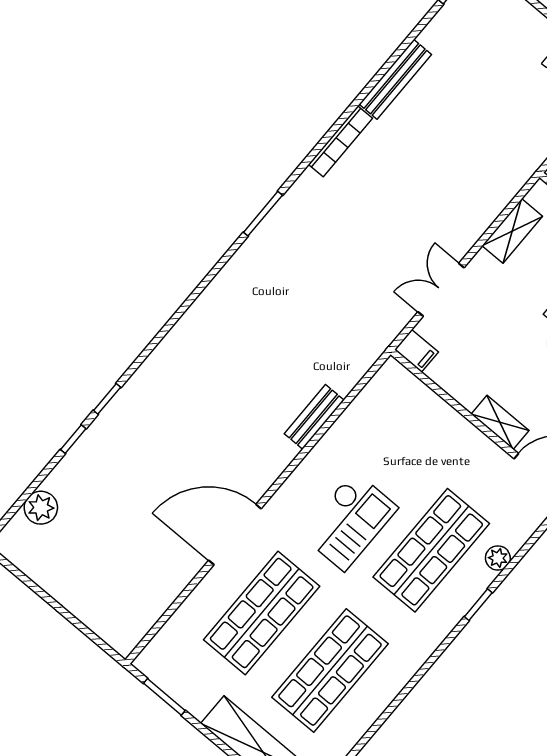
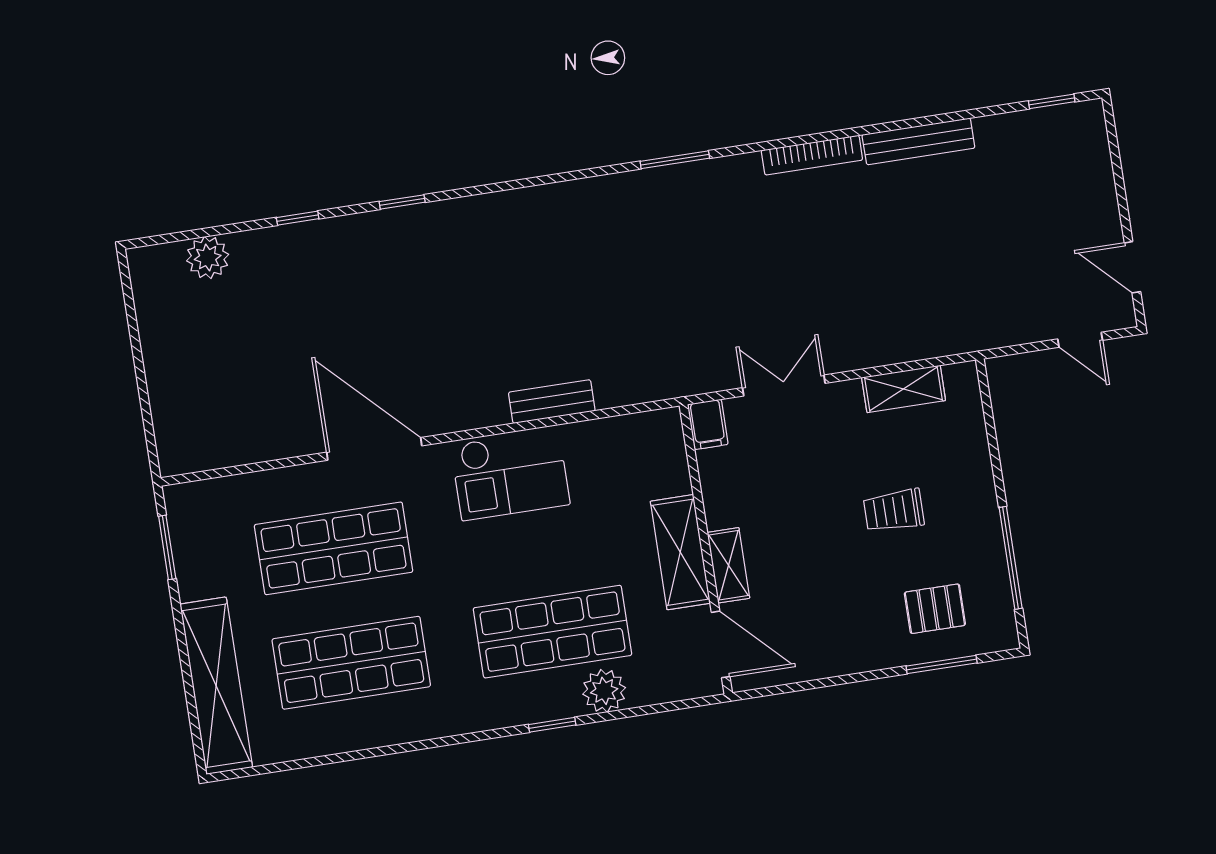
window: (107, 399) -> (402, 202), moved
shelving: (465, 439) -> (680, 552), added
checkout: (349, 521) -> (510, 475), moved
plant: (498, 558) -> (604, 691), width x1.38, depth x1.38

